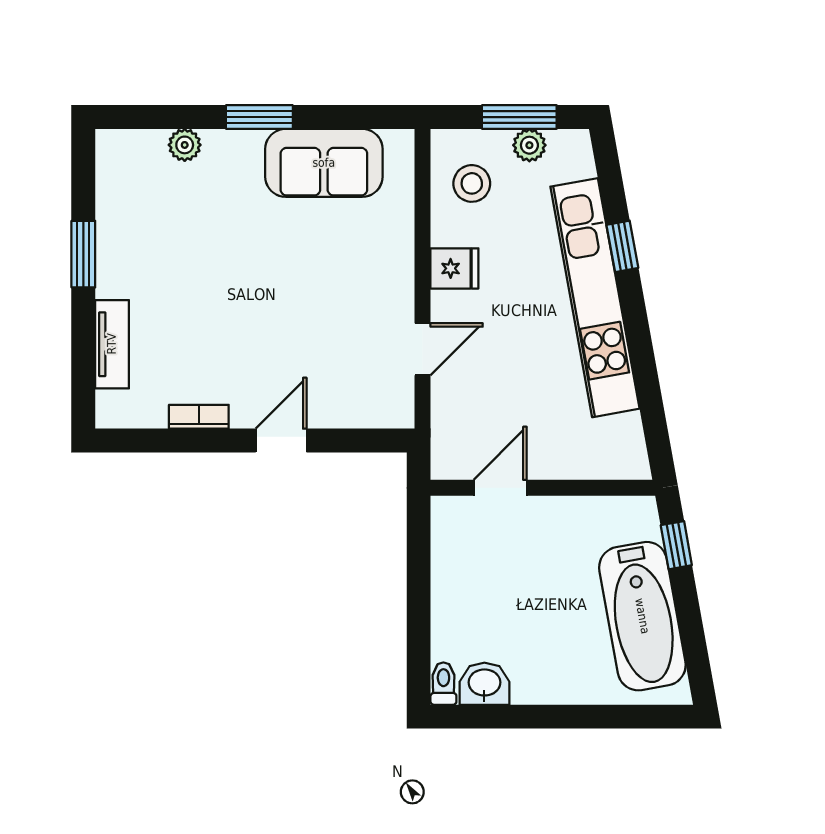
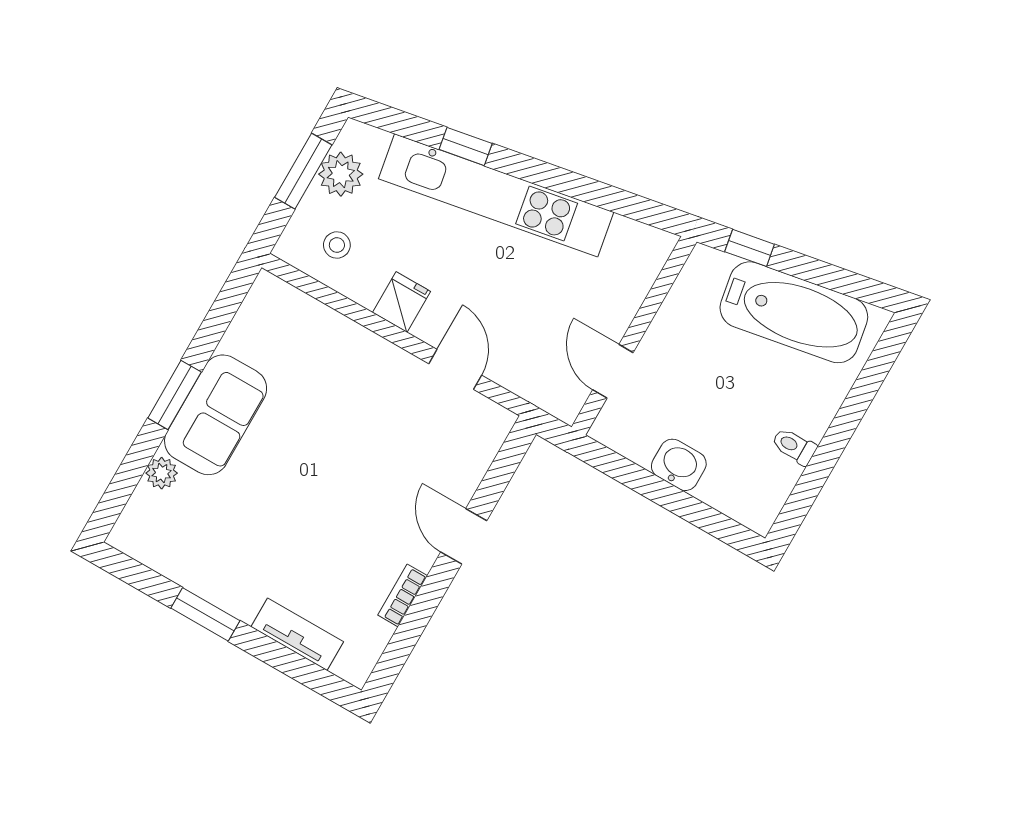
plant: (529, 145) -> (341, 174), width x1.38, depth x1.38
sofa: (324, 163) -> (216, 415), moved
stool: (472, 183) -> (337, 245), width x0.73, depth x0.73
toilet: (443, 684) -> (794, 446), moved
washbasin: (484, 684) -> (679, 465), moved, turned 90

